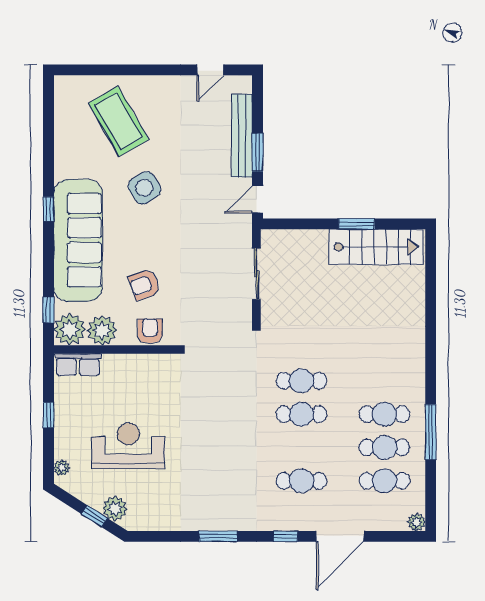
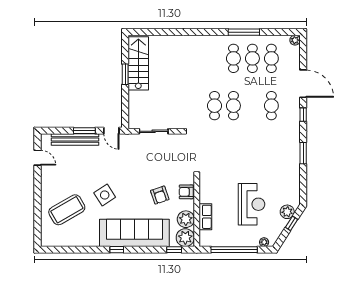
row of seats: (78, 365) -> (205, 217), moved
window: (49, 415) -> (234, 250), width x3.17
reception desk: (128, 446) -> (252, 204), turned 180

